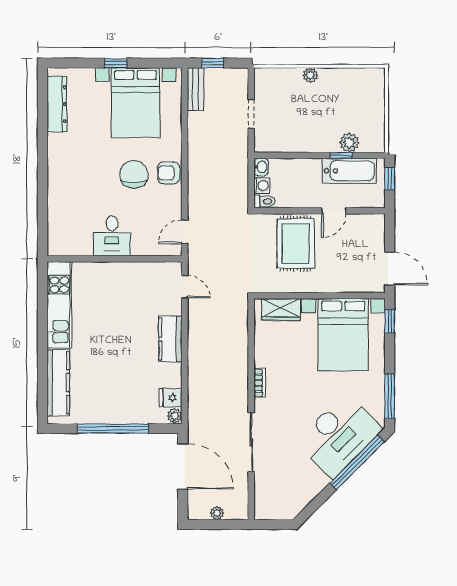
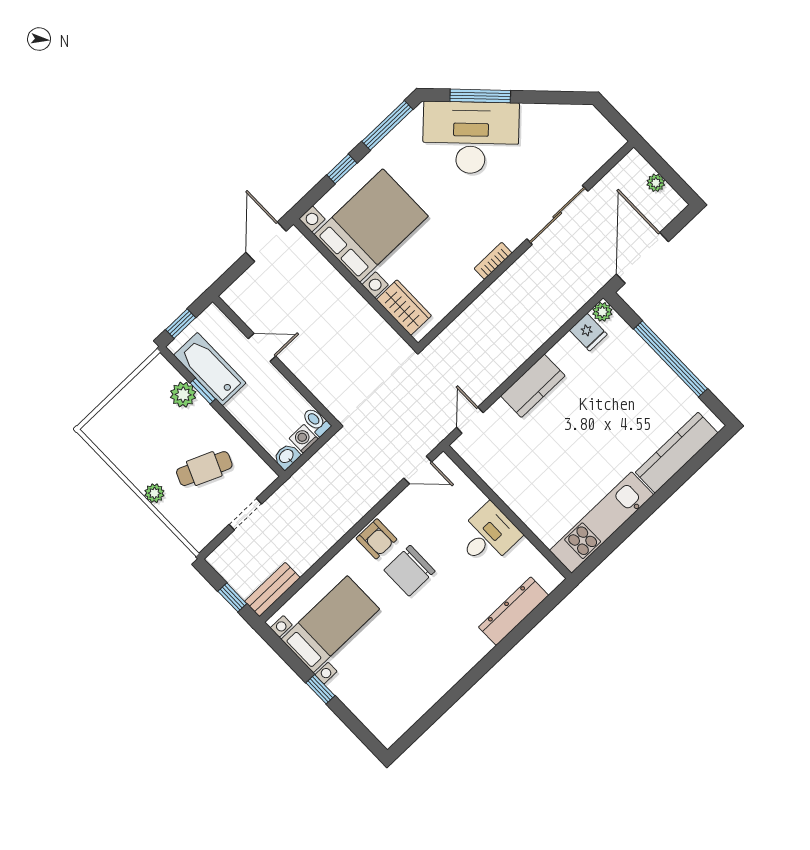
bed with nightstands: (136, 103) -> (330, 624), width x0.73
dresser: (57, 104) -> (514, 611), moved
cafe table: (298, 115) -> (204, 469), added
rug: (296, 244) -> (328, 354), removed
window: (390, 321) -> (342, 169), moved
window: (357, 463) -> (480, 96), width x0.68

